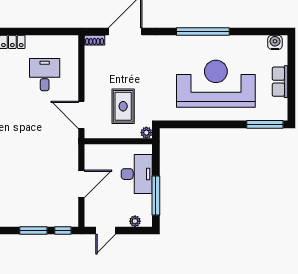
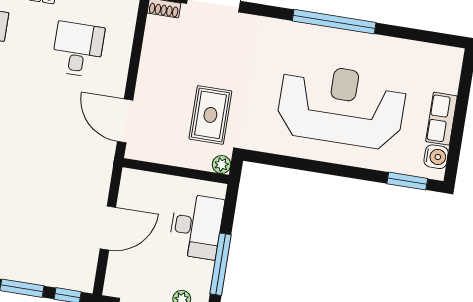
water cooler: (275, 42) -> (436, 157), moved, turned 90
rug: (123, 106) -> (210, 115), moved
window: (265, 124) -> (407, 181), width x0.69

